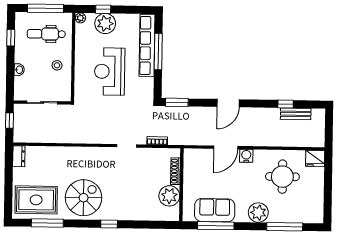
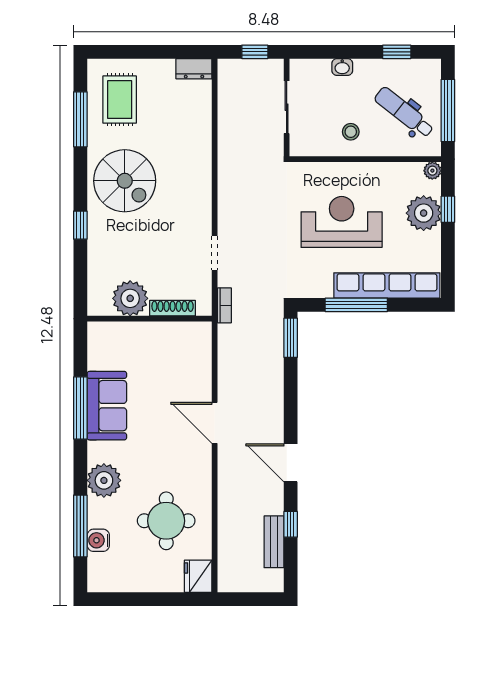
dental chair: (46, 34) -> (404, 112), turned -52
window: (158, 52) -> (356, 305), moved
door: (228, 103) -> (291, 463), moved
water cooler: (246, 156) -> (98, 540), moved, turned 180
shoe rack: (175, 171) -> (173, 308), moved
wall: (181, 185) -> (150, 319), moved
plant: (169, 196) -> (130, 298), moved
rug: (36, 200) -> (120, 100), width x0.73, depth x0.70

